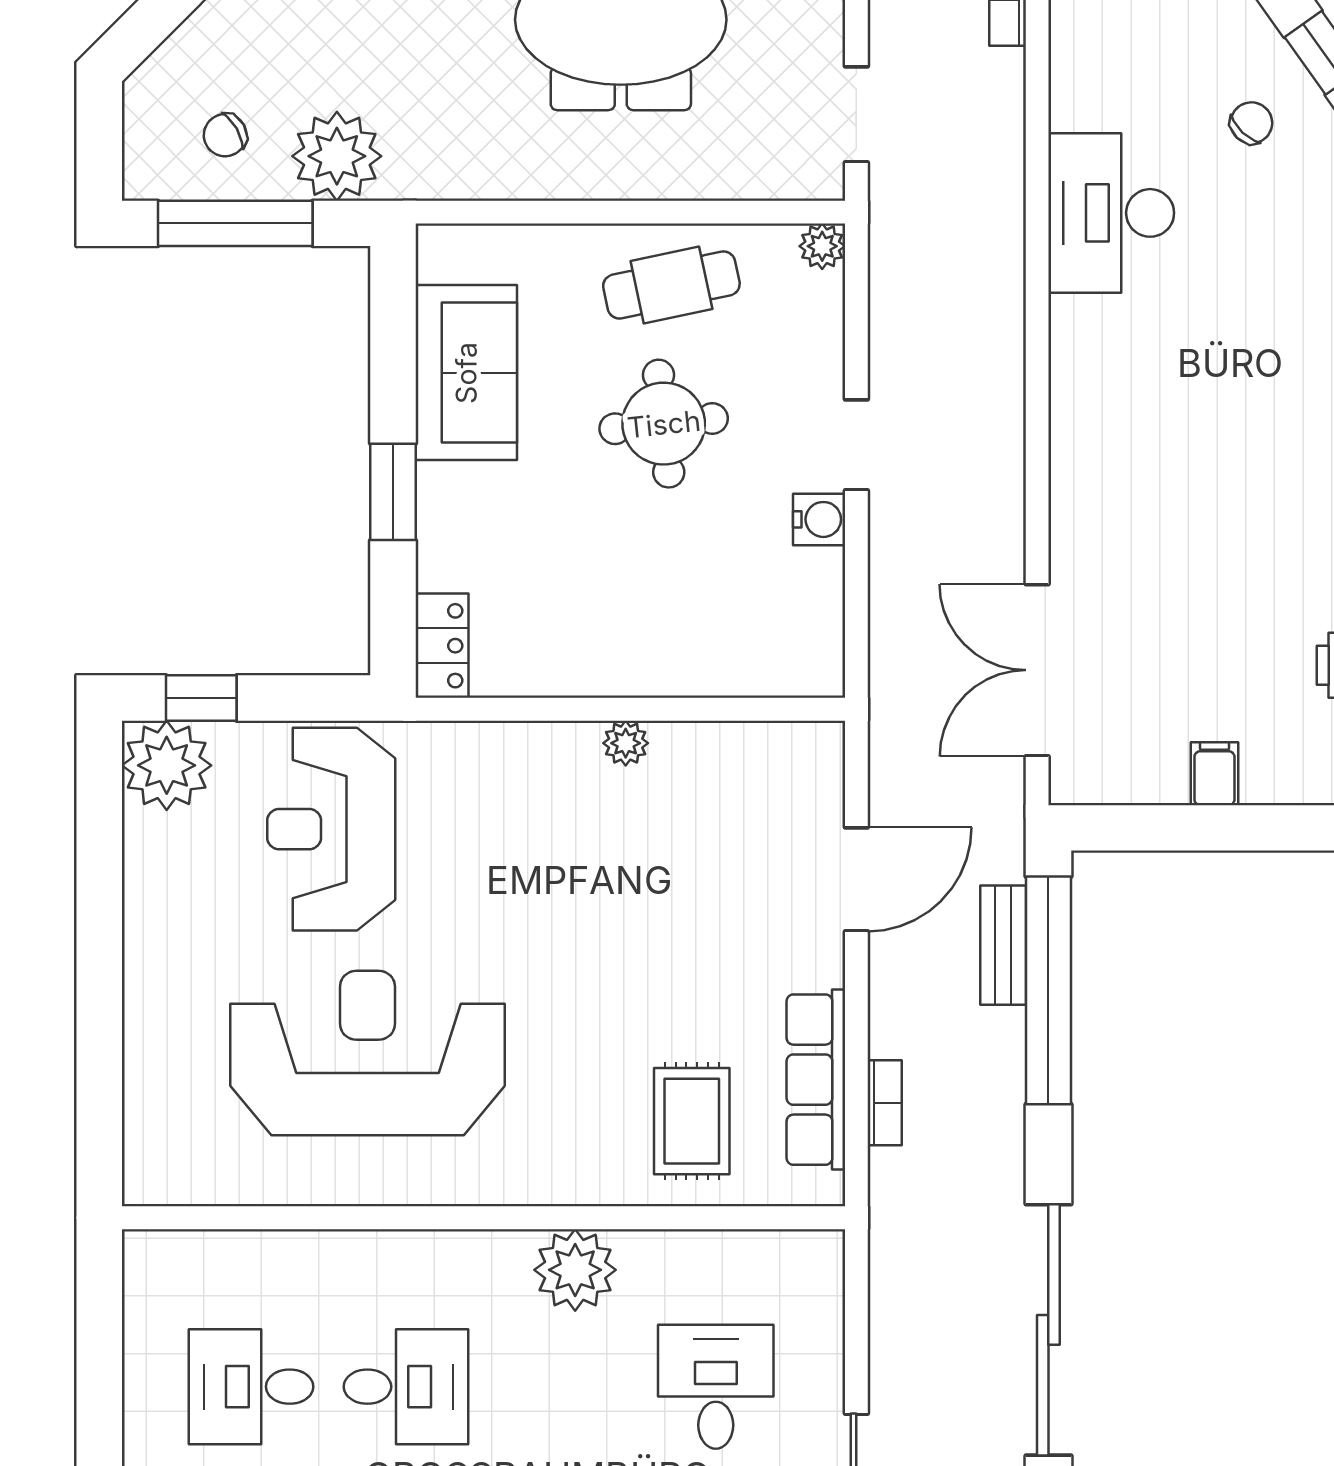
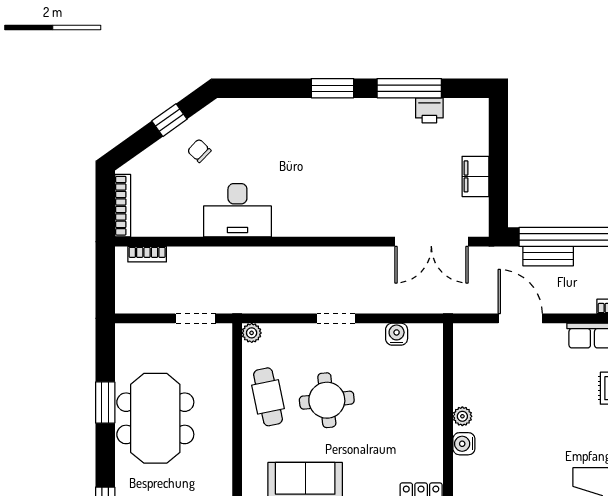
water cooler: (819, 519) -> (397, 334), moved
water cooler: (561, 747) -> (464, 444), added
filing cabinet: (1214, 774) -> (475, 176), width x2.00

